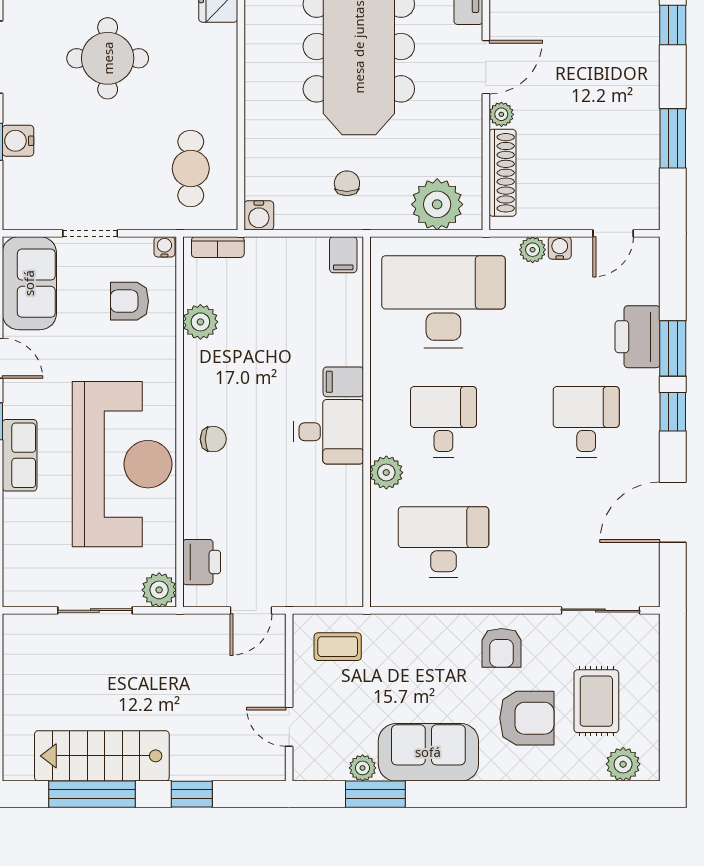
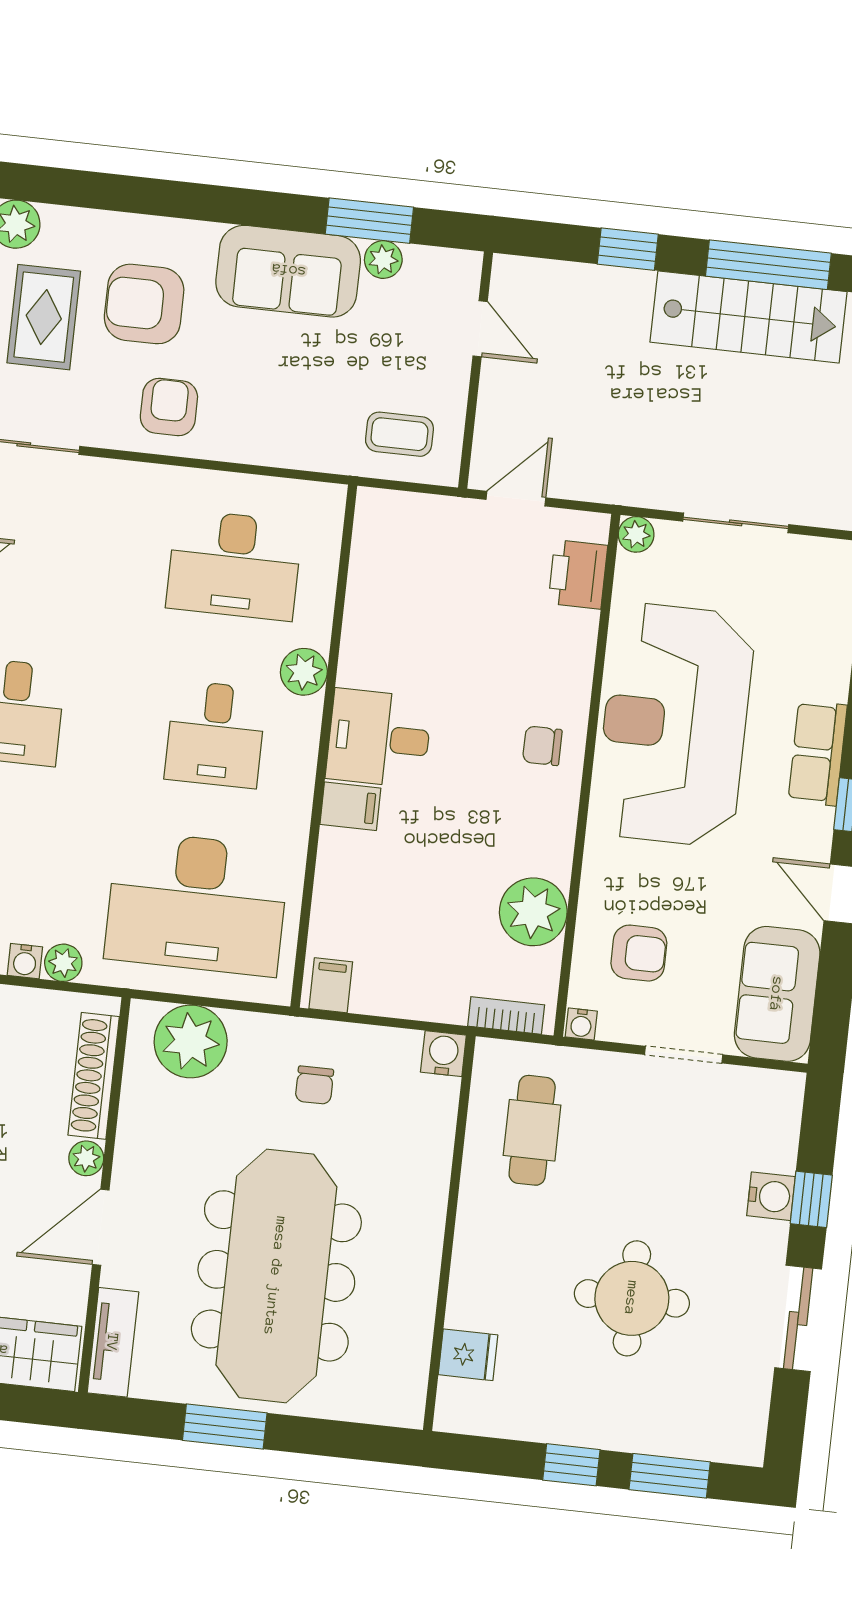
plant: (200, 322) -> (533, 912), width x1.36, depth x1.36
plant: (159, 590) -> (636, 534), width x0.73, depth x0.73

